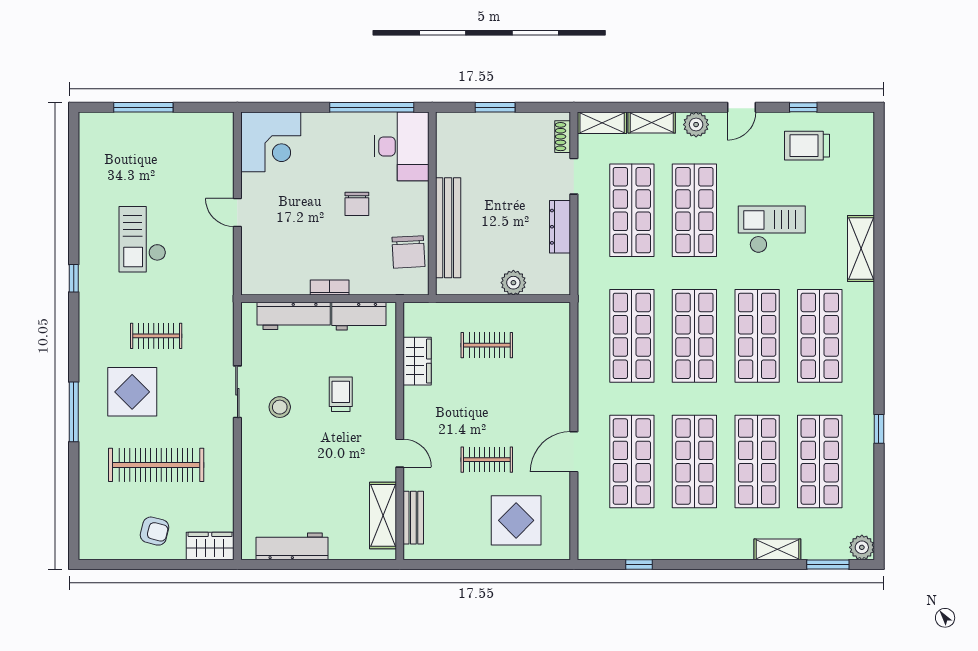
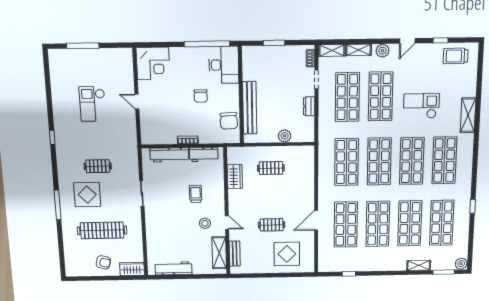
trolley: (807, 146) -> (456, 56), moved
dresser: (560, 227) -> (309, 106), width x0.70
checkout: (142, 239) -> (92, 104), moved
stool: (280, 407) -> (205, 223), moved

